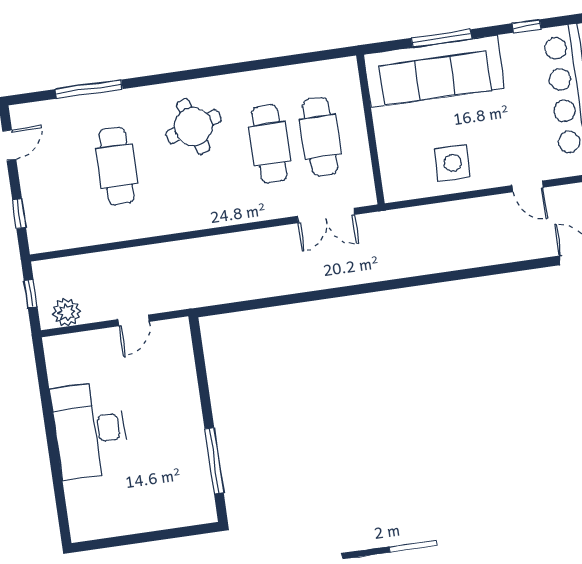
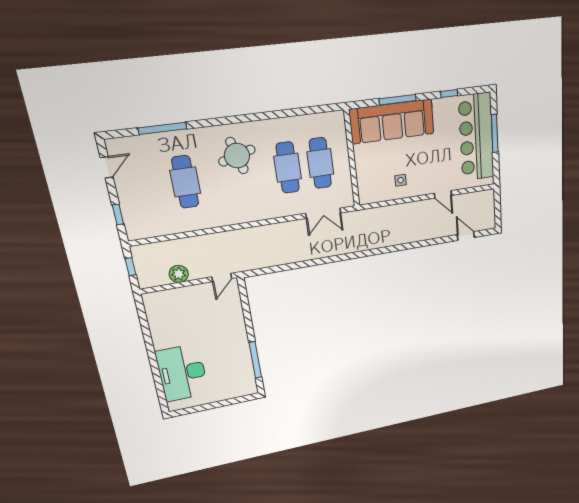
side table: (453, 163) -> (401, 180), width x0.54, depth x0.54
plant: (67, 312) -> (179, 274), moved
door: (134, 320) -> (222, 278), moved
desk: (90, 430) -> (182, 373), moved

